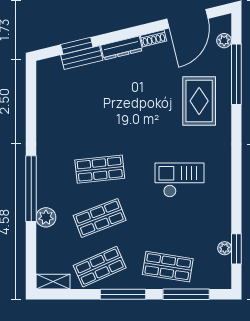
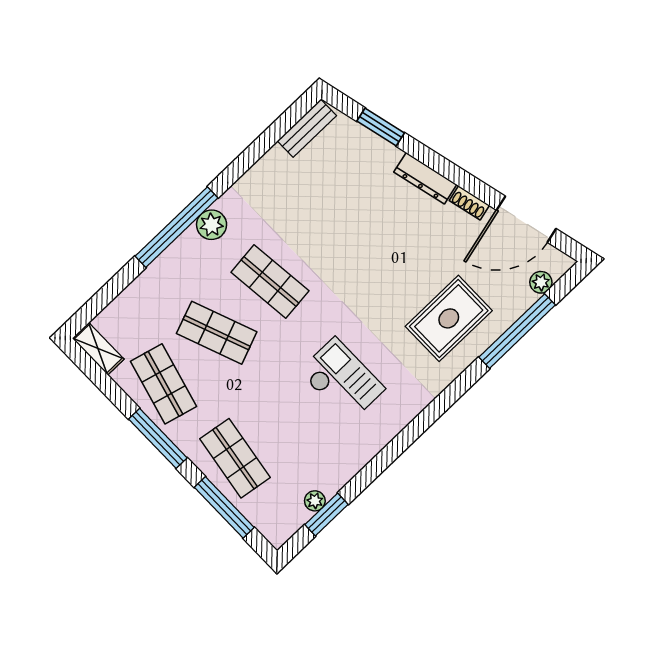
bench: (82, 58) -> (307, 128), moved, turned -76
plant: (46, 217) -> (212, 225), moved
shop shelf: (100, 267) -> (164, 384), turned 39

